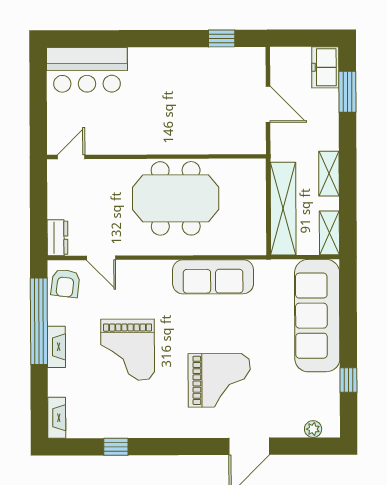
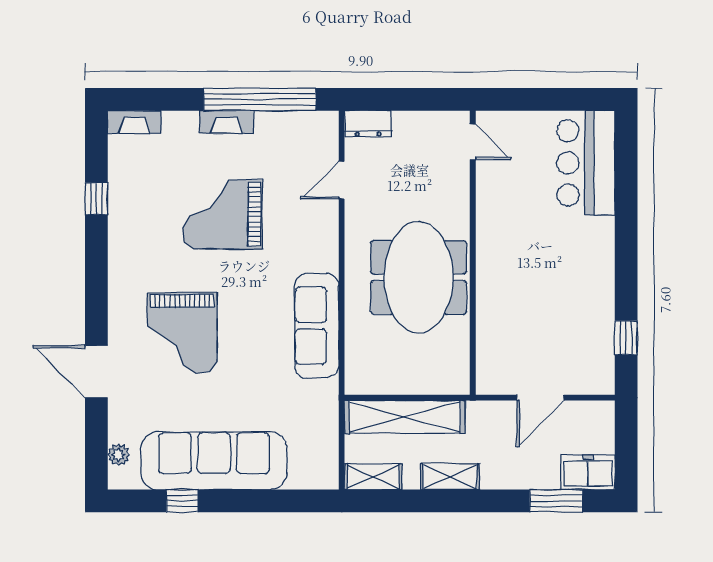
armchair: (65, 283) -> (309, 134), removed
sofa: (317, 316) -> (214, 461), moved

